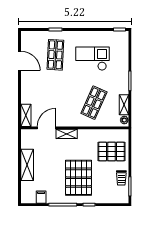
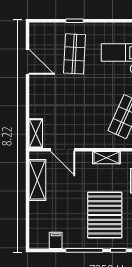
door: (46, 128) -> (63, 150), swing flipped
shelving: (67, 134) -> (106, 158), moved
shelving: (27, 165) -> (37, 180), moved

